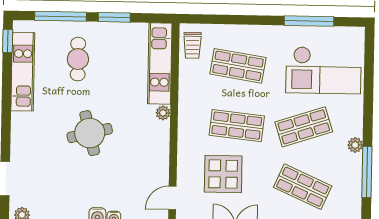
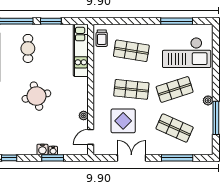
plant: (163, 113) -> (84, 116), moved

